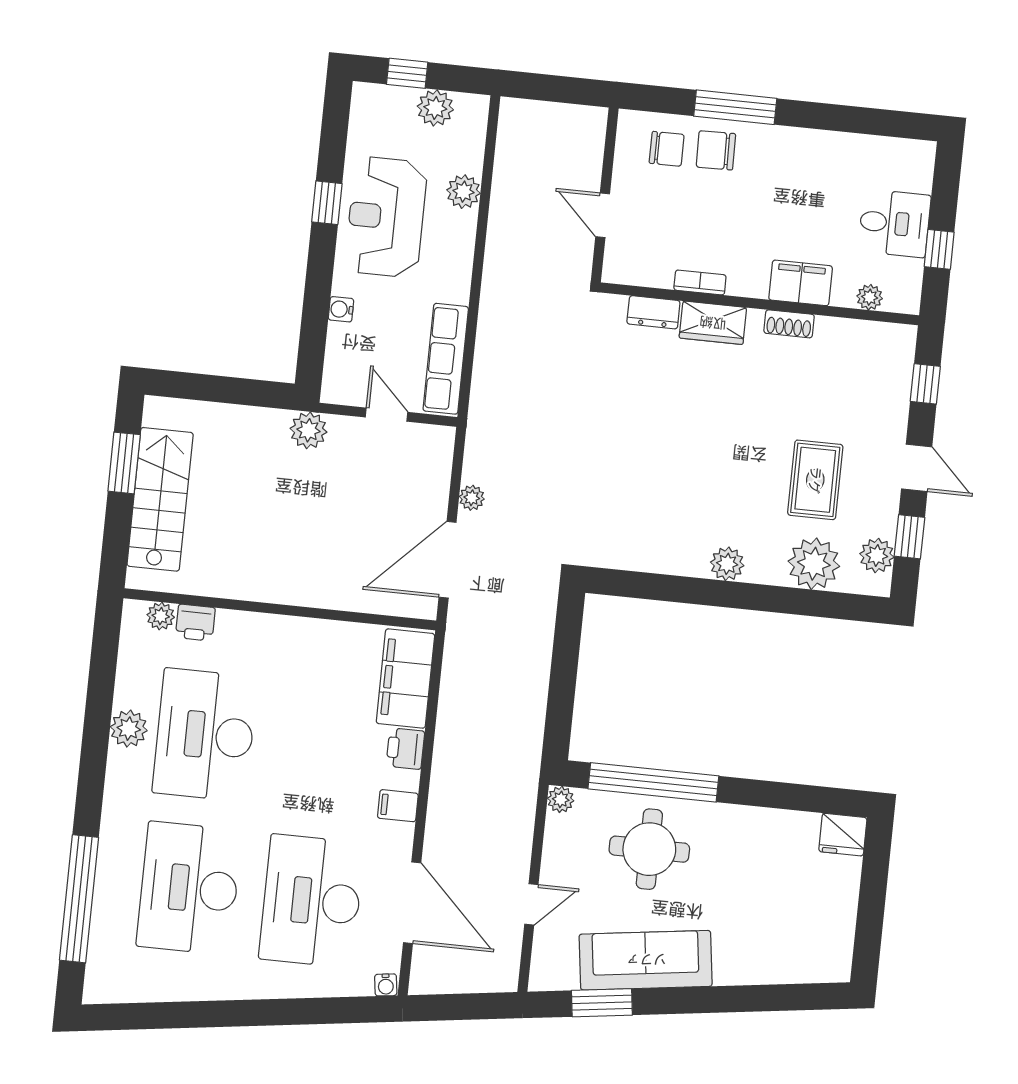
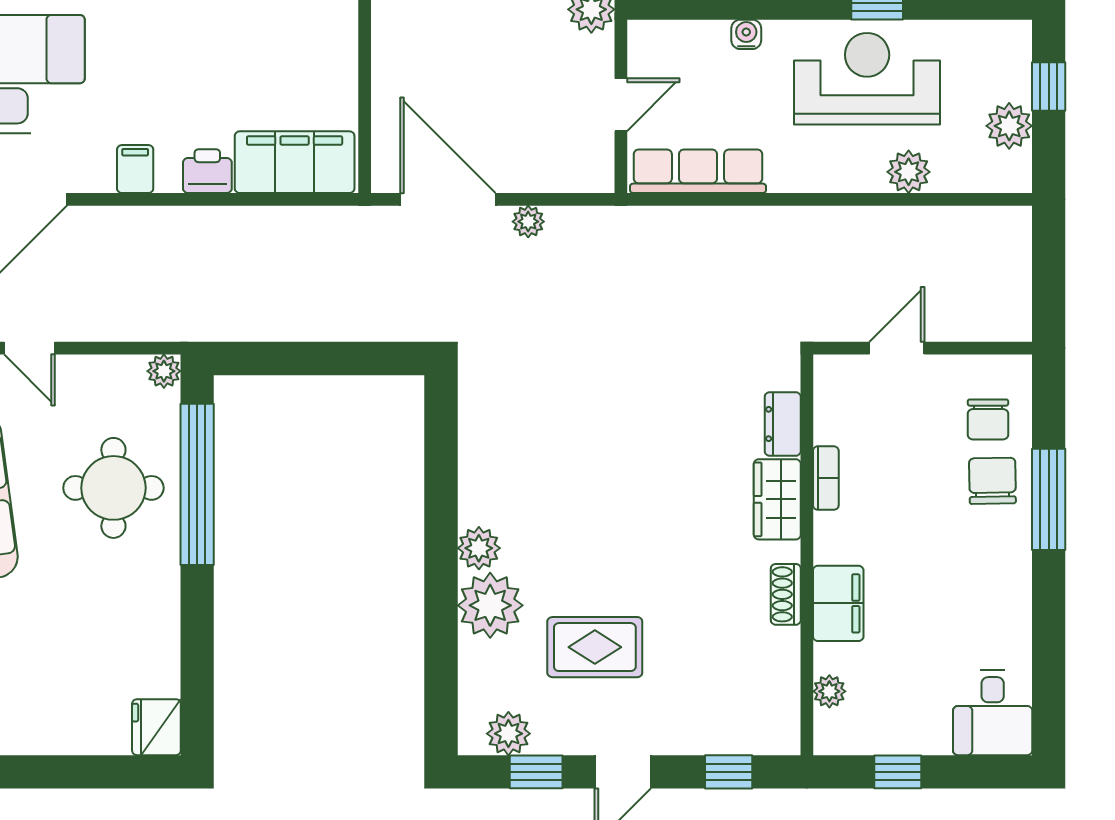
desk: (894, 223) -> (993, 713), moved
plant: (814, 564) -> (490, 605), moved

